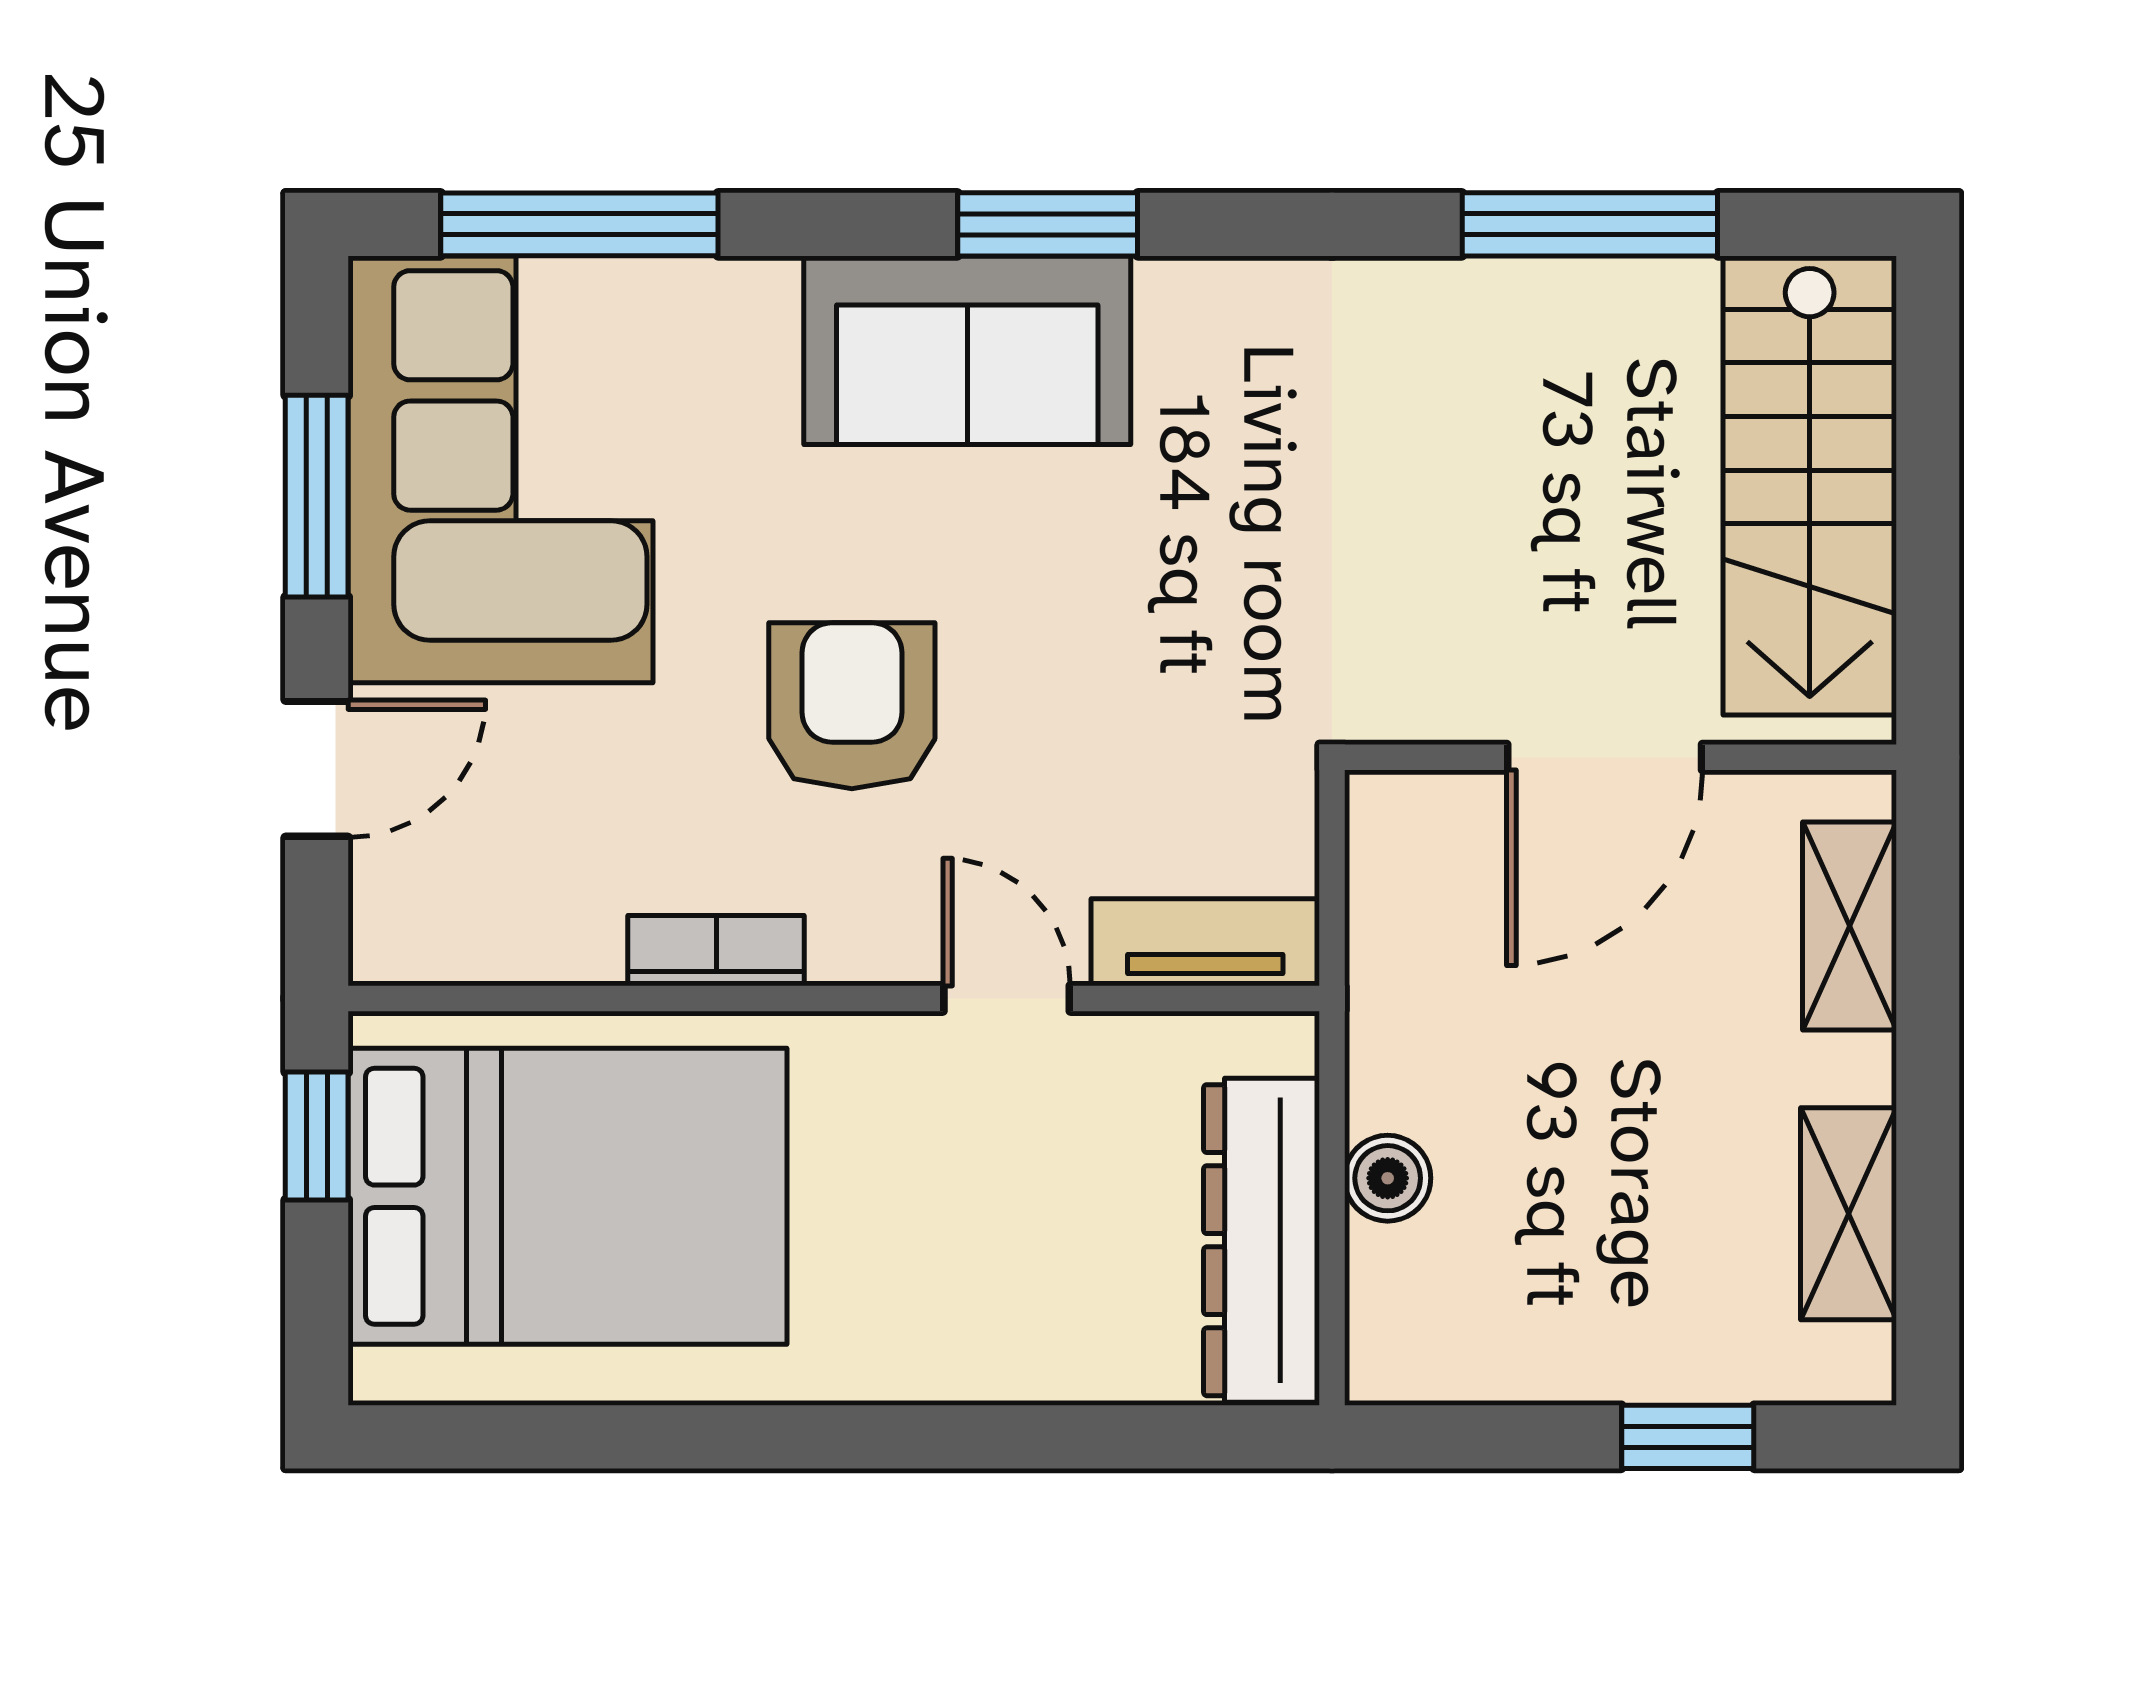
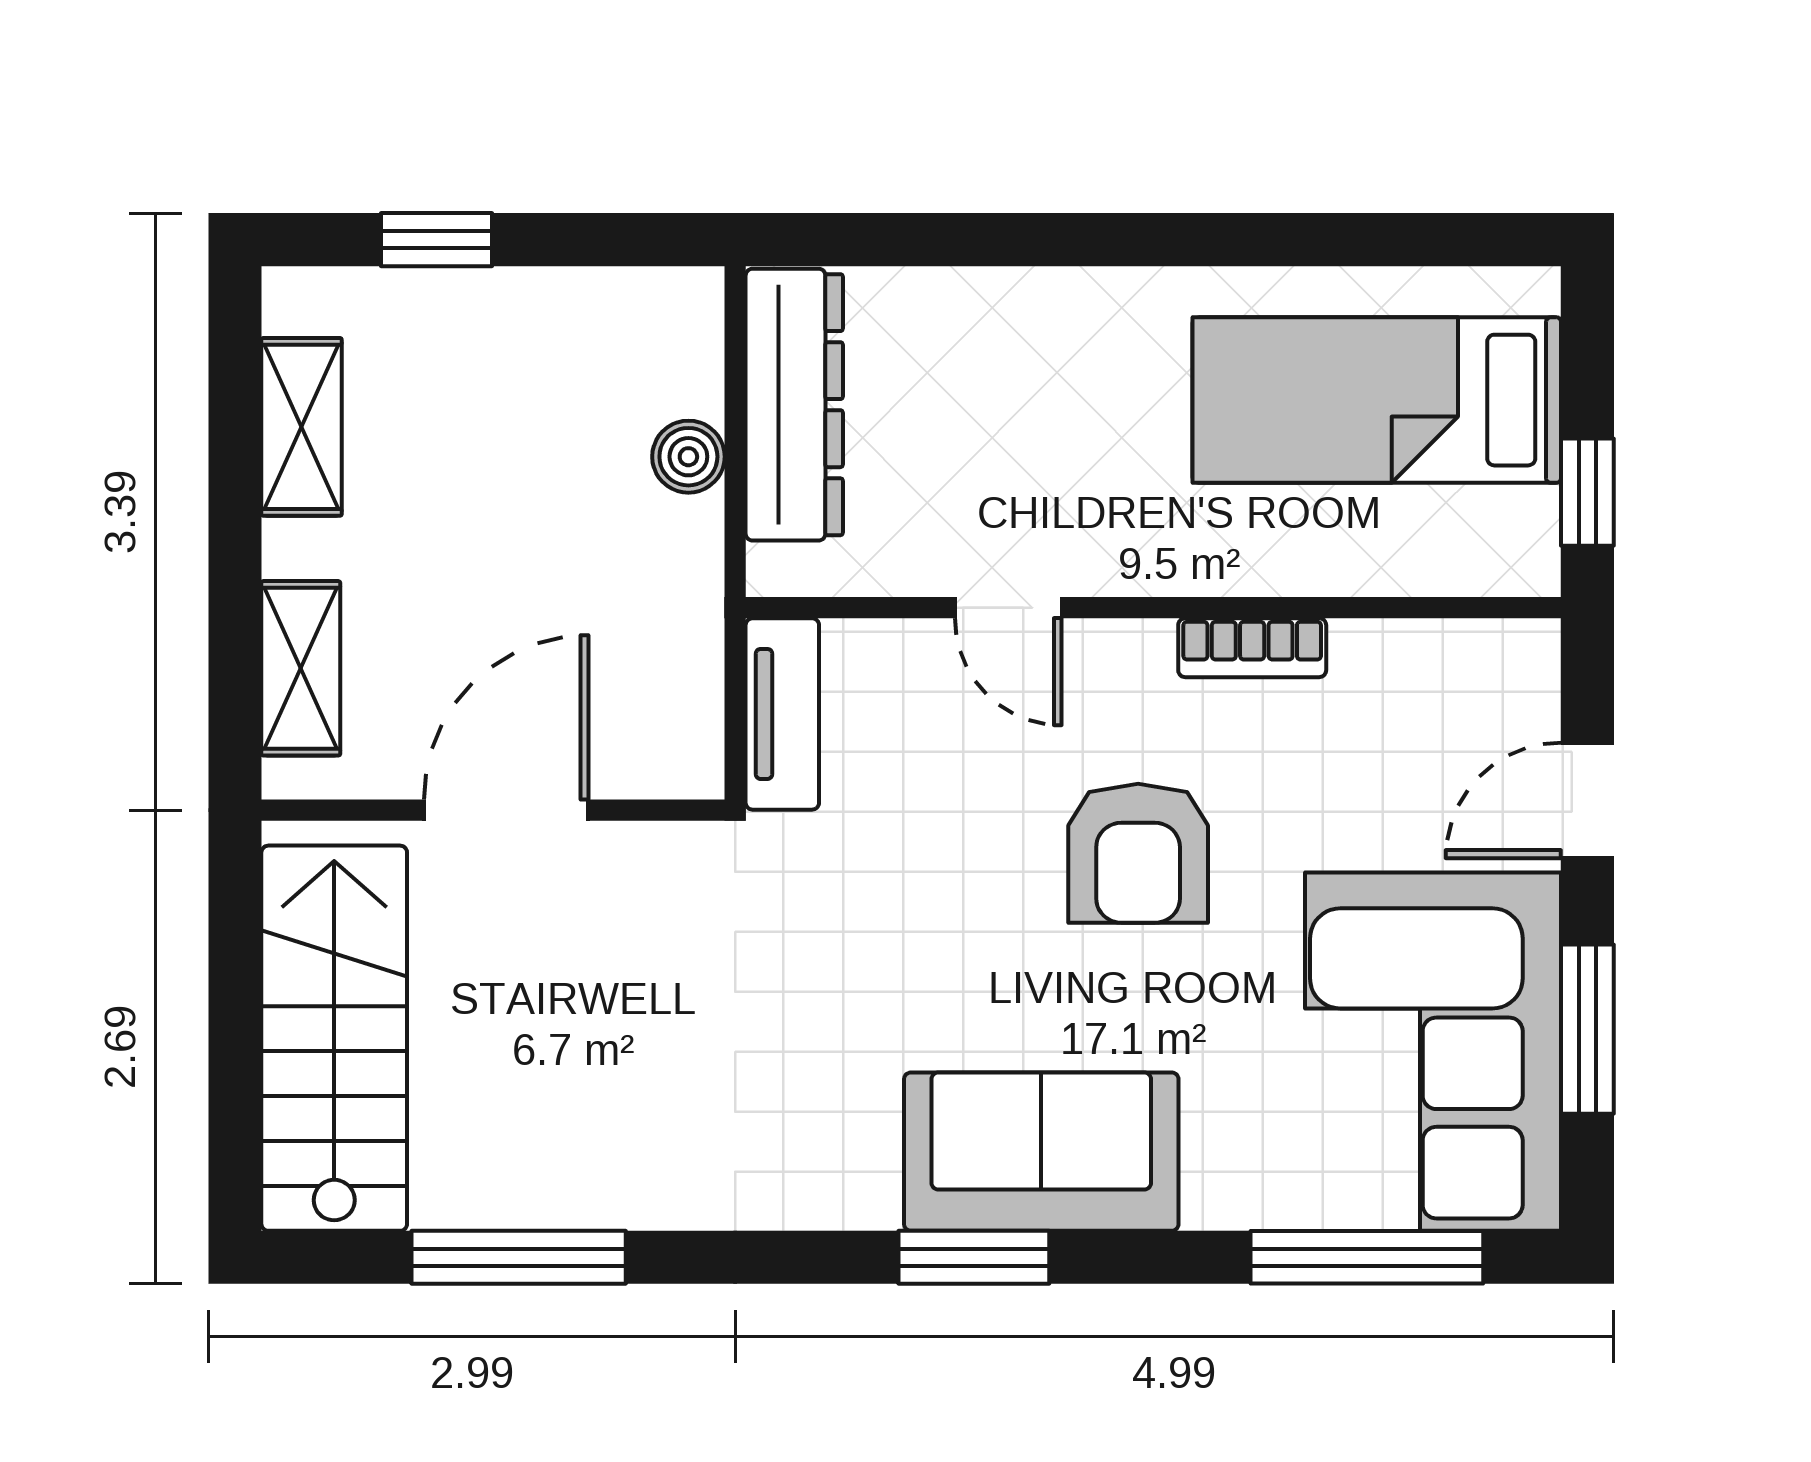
tv unit: (1205, 942) -> (782, 714), moved, turned -90
bed: (568, 1196) -> (1377, 400), width x0.67

